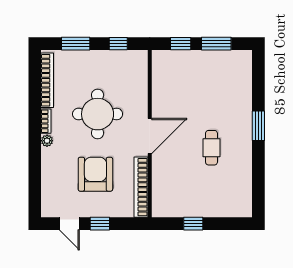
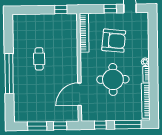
window: (76, 44) -> (128, 125), width x1.44
window: (258, 126) -> (9, 74), width x2.11
door: (150, 136) -> (80, 94), moved
armchair: (95, 174) -> (114, 41), turned -84
window: (193, 224) -> (61, 10), moved

